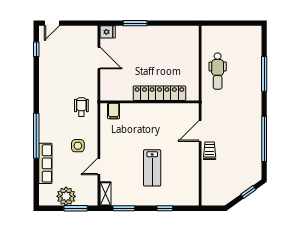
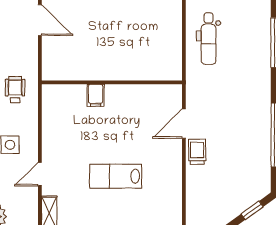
locker: (159, 93) -> (126, 70), removed
filing cabinet: (114, 111) -> (96, 95), moved
lab bench: (152, 168) -> (116, 176), turned 90

